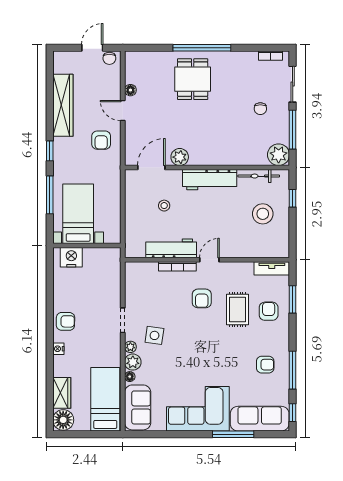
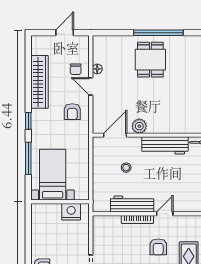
chair: (109, 58) -> (76, 69), moved
nightstand: (71, 257) -> (71, 212), moved

